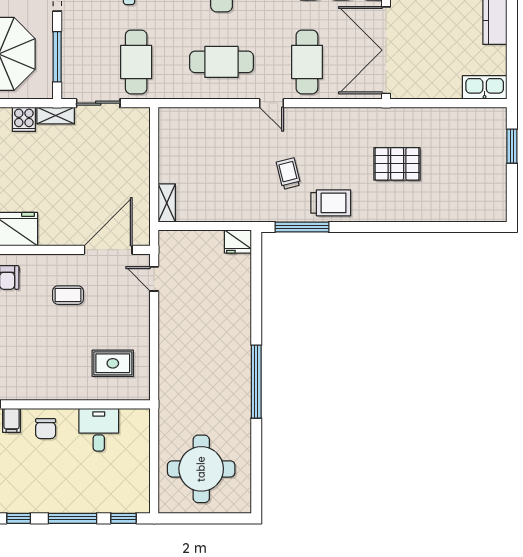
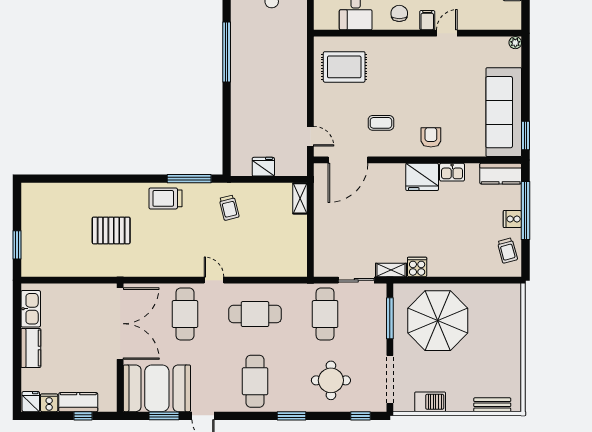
kitchen sink: (485, 87) -> (31, 309), moved, turned -90
trolley: (288, 174) -> (229, 208), moved
fridge: (238, 242) -> (263, 167), moved
rug: (113, 363) -> (344, 67), width x1.36, depth x1.43

